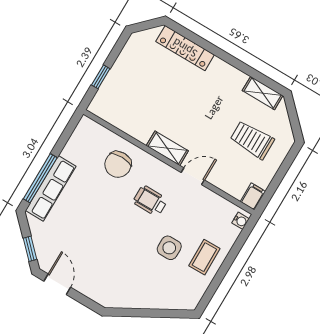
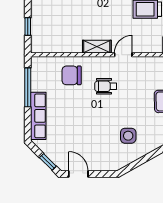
chair: (118, 164) -> (72, 75), turned 90
window: (40, 178) -> (28, 87), moved
side table: (169, 248) -> (128, 136), moved

